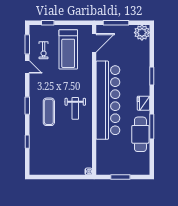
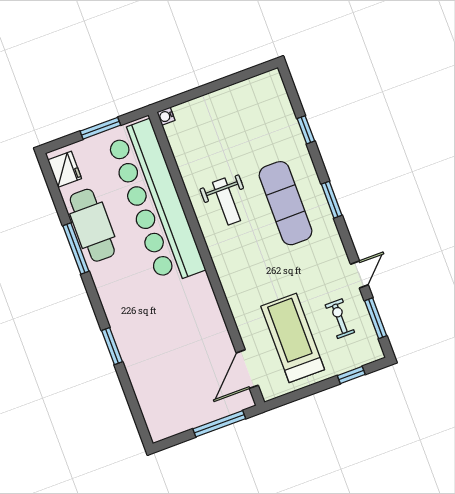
plant: (142, 33) -> (162, 423), removed
door: (27, 67) -> (359, 275), swing flipped
bar counter: (108, 100) -> (155, 202), moved
fridge: (144, 103) -> (65, 169), moved
weight bench: (75, 108) -> (227, 201), moved, turned 180
exercise mat: (49, 112) -> (286, 203), width x1.36, depth x1.45

